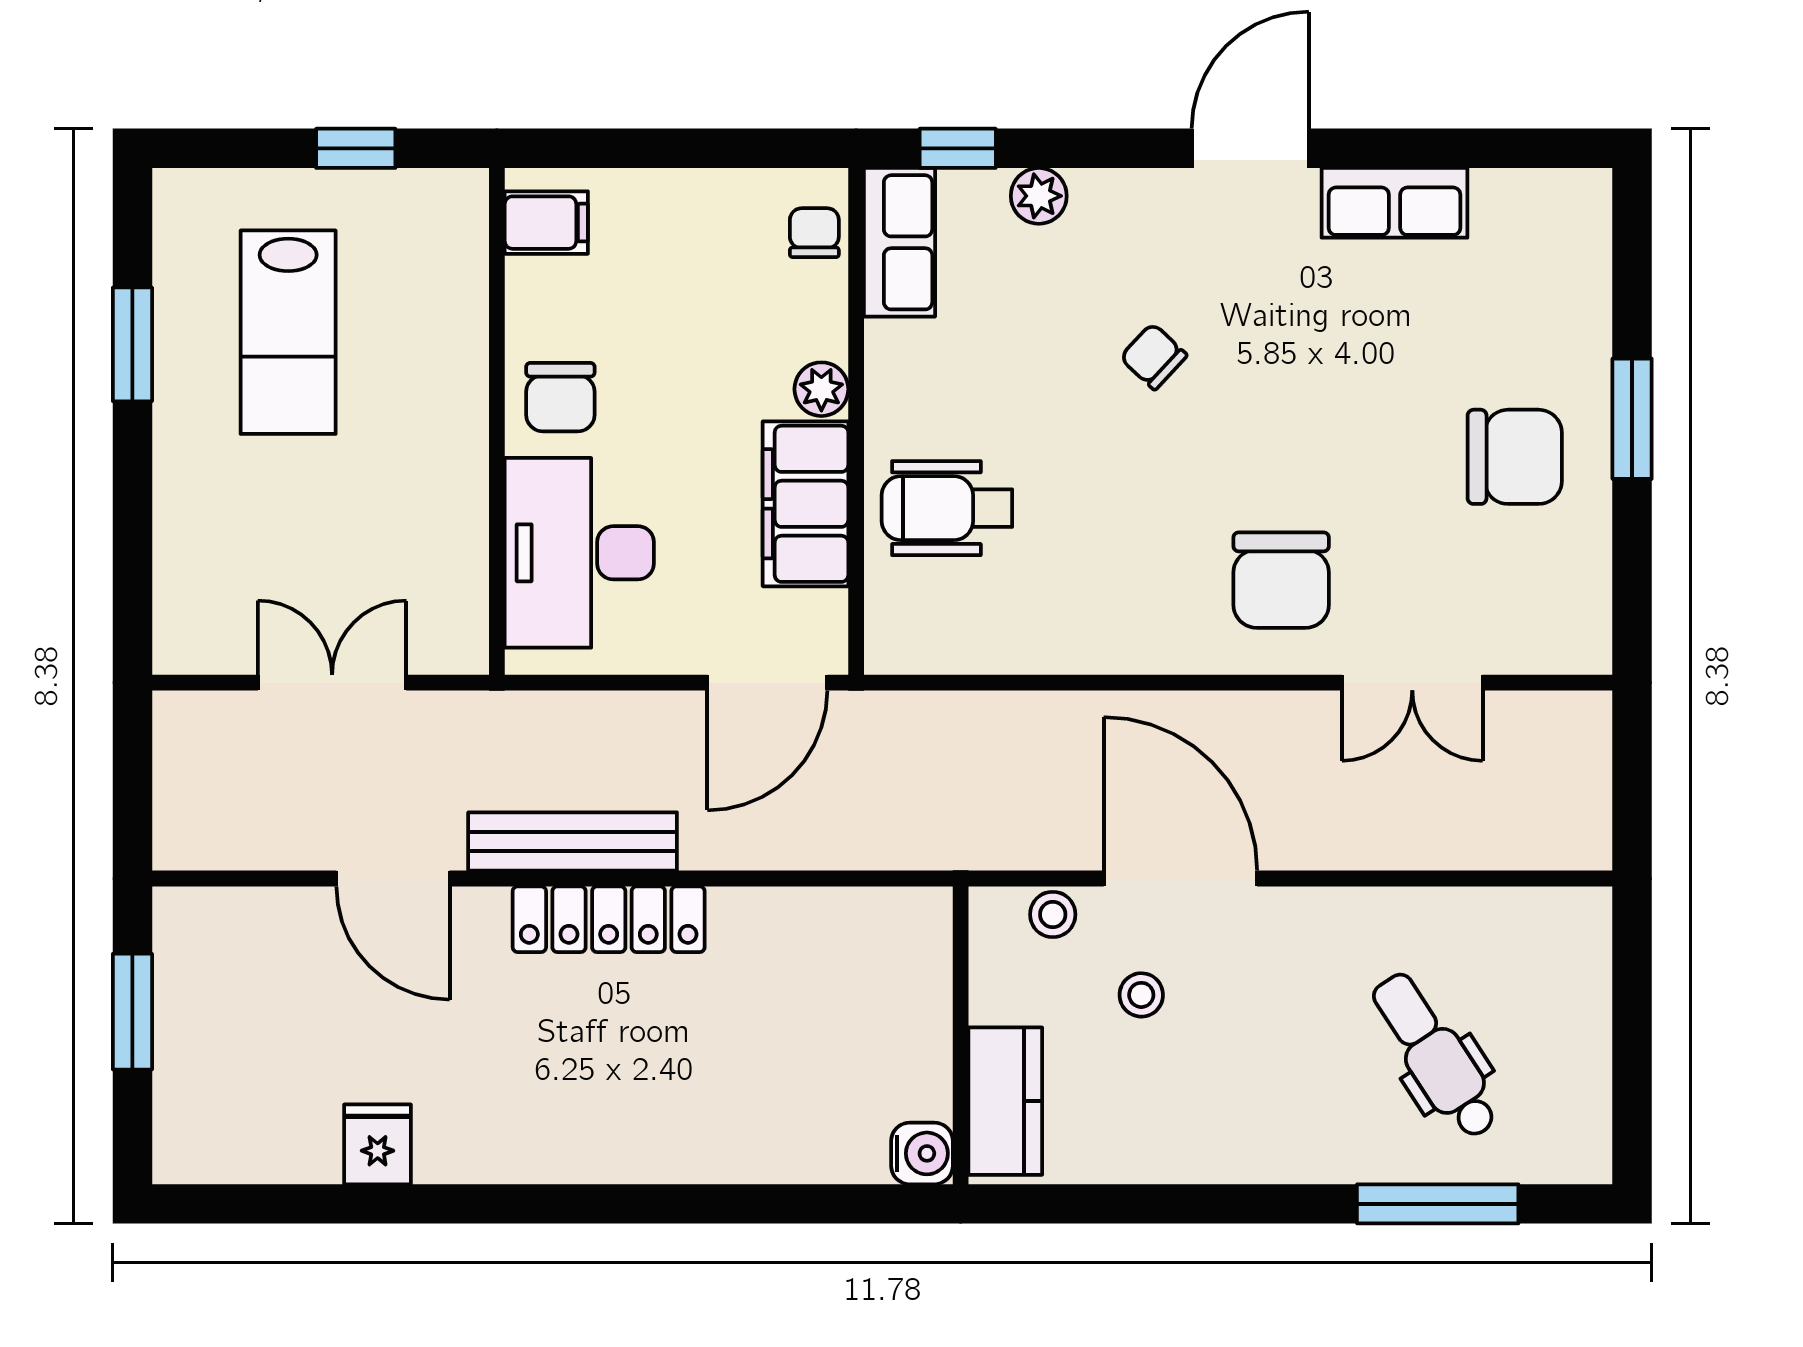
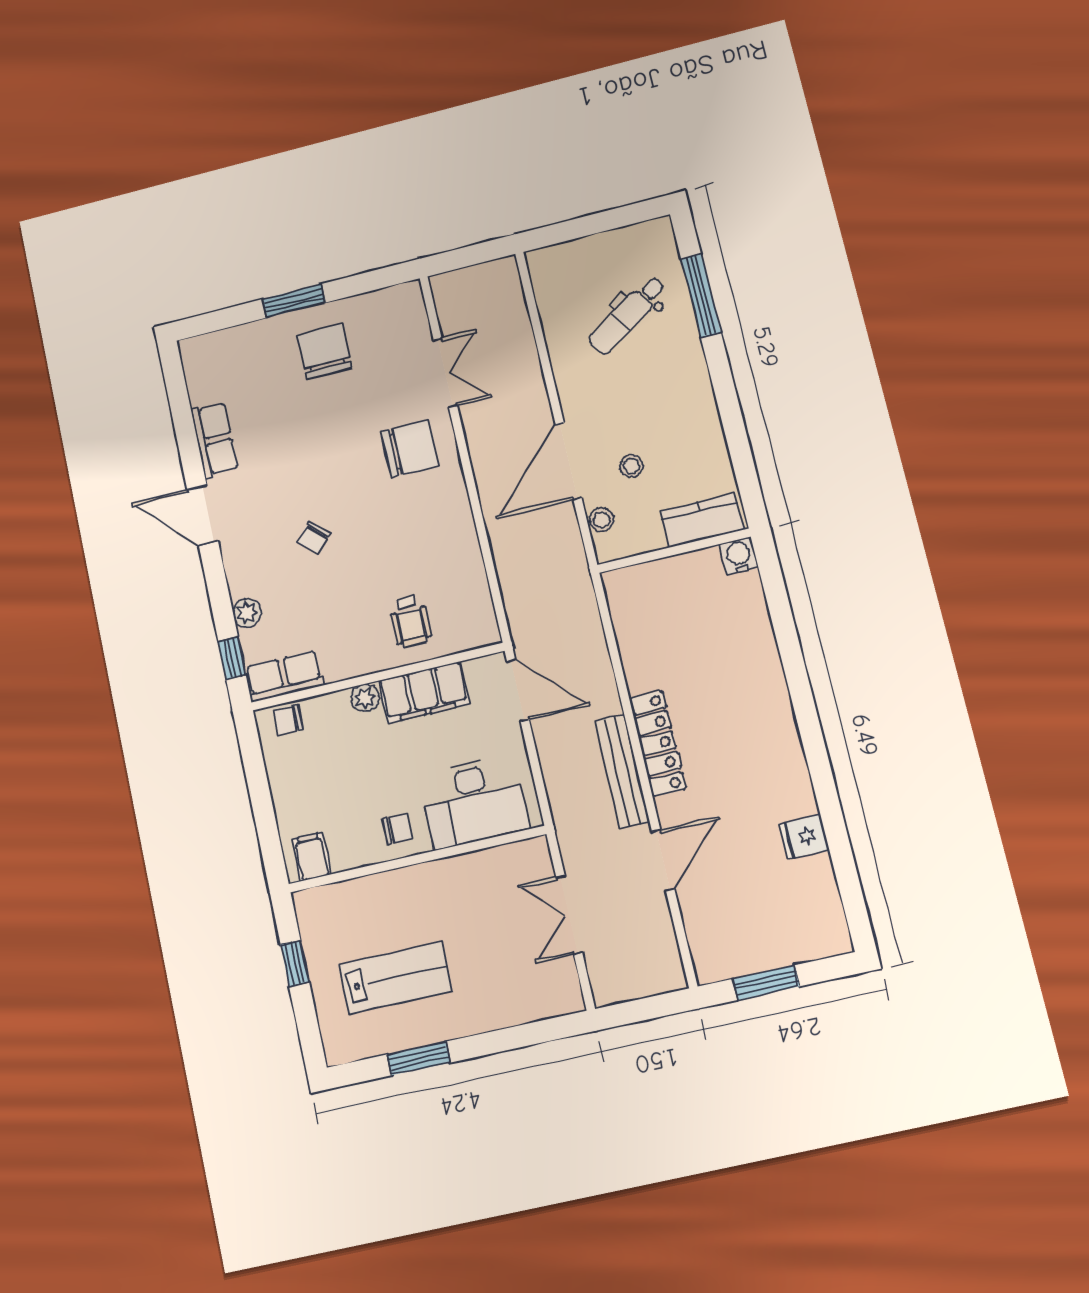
chair: (560, 397) -> (398, 829), width x0.73, depth x0.73
wheelchair: (947, 508) -> (410, 621), width x0.73, depth x0.73

